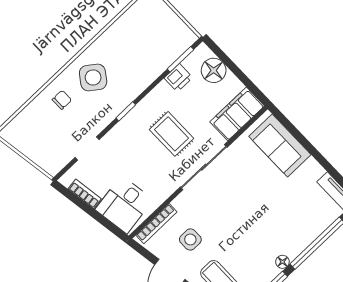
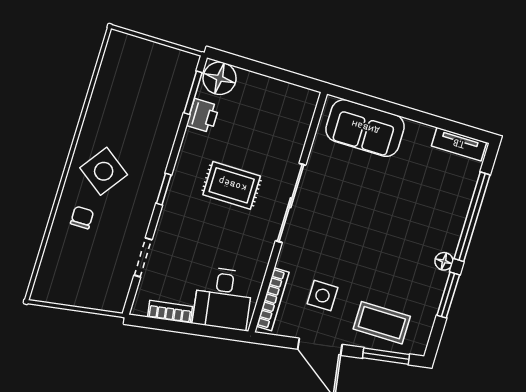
floor lamp: (214, 70) -> (220, 78), moved
filing cabinet: (237, 114) -> (295, 119), removed

